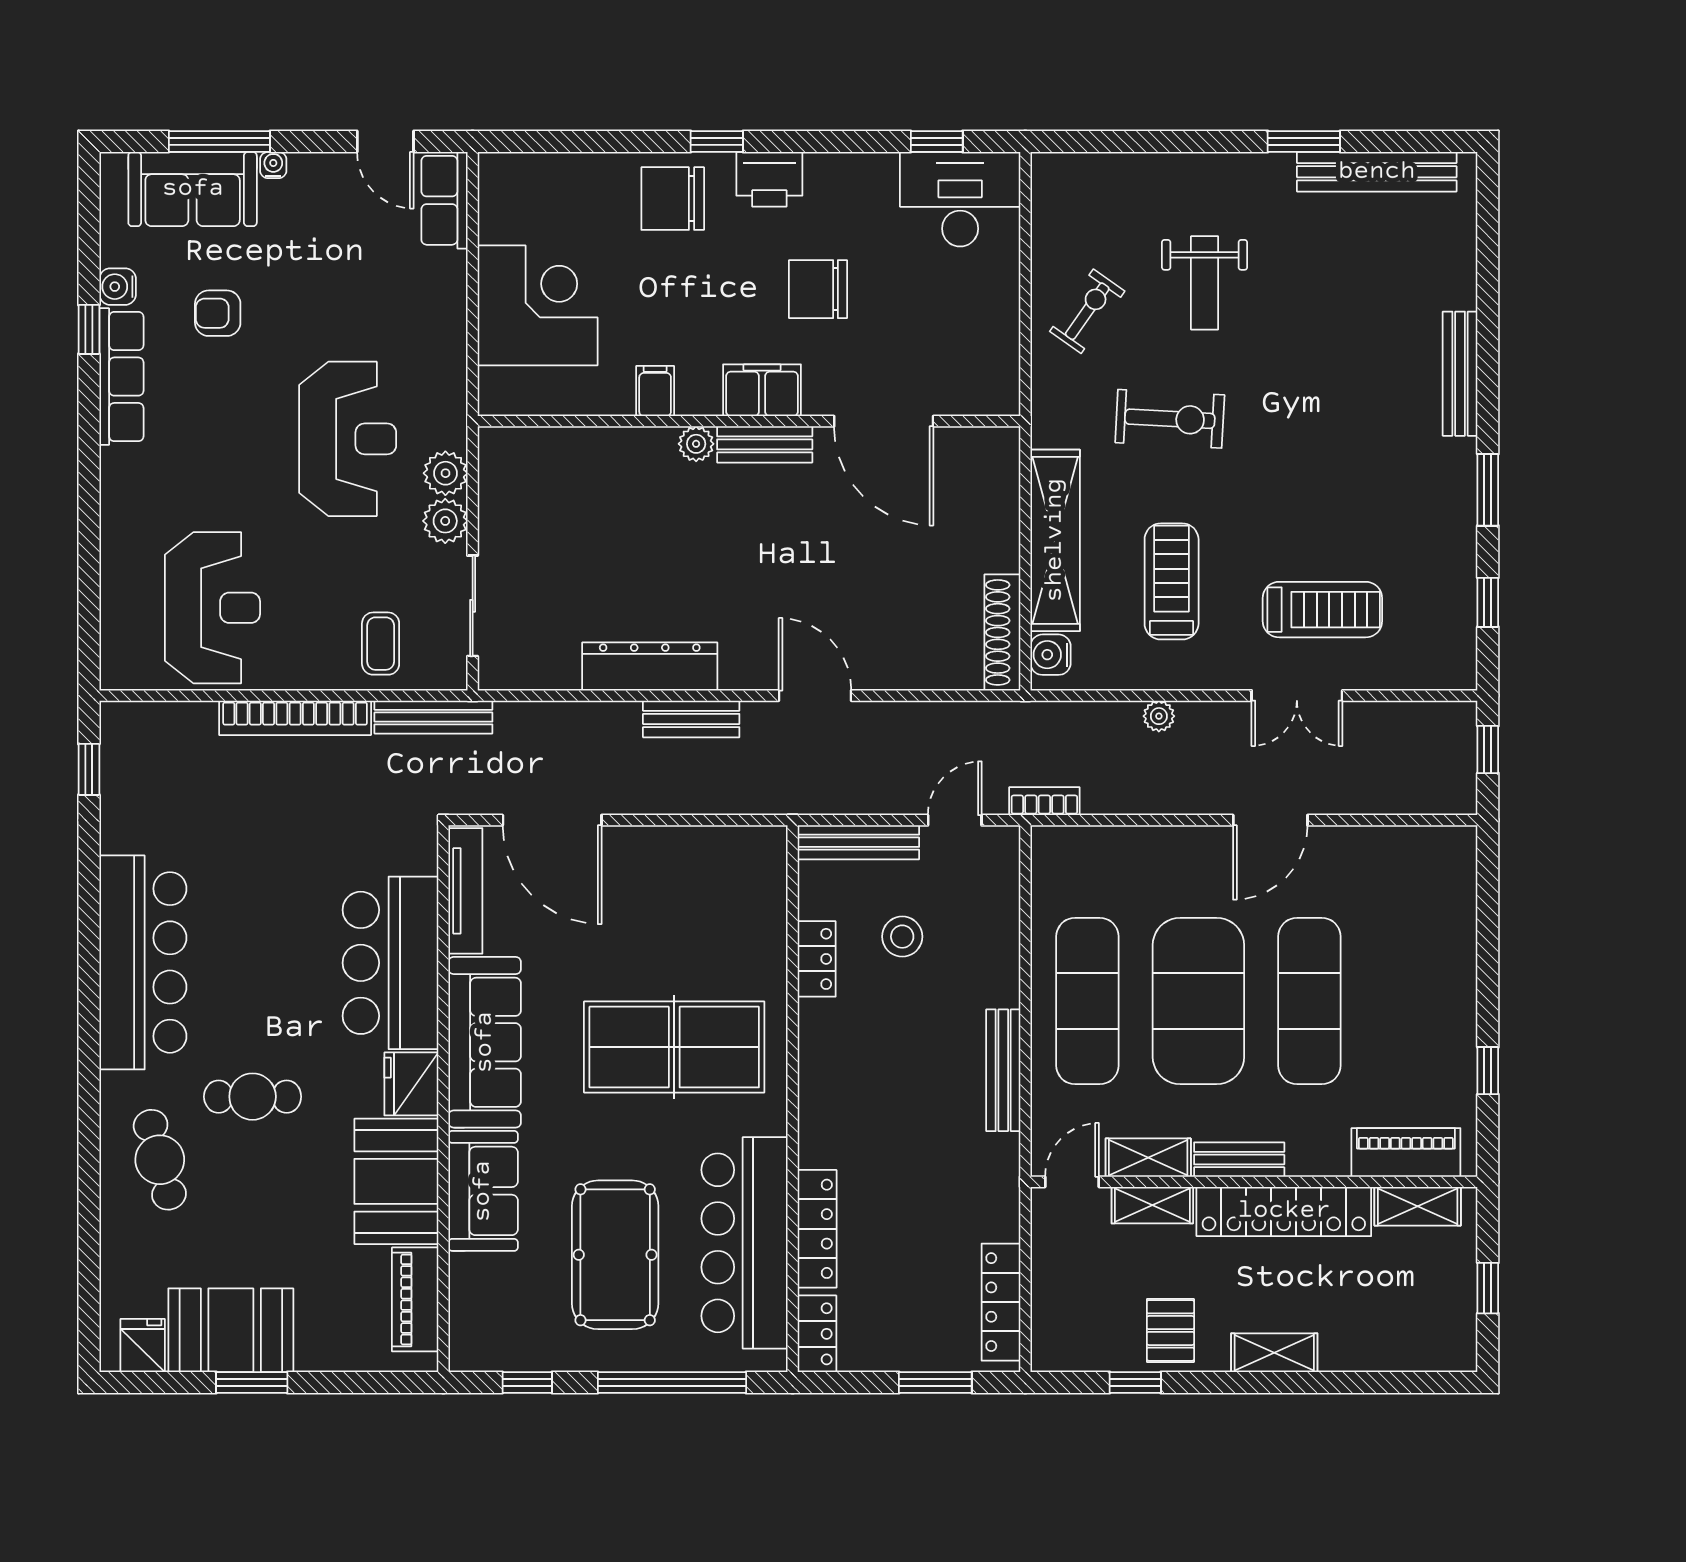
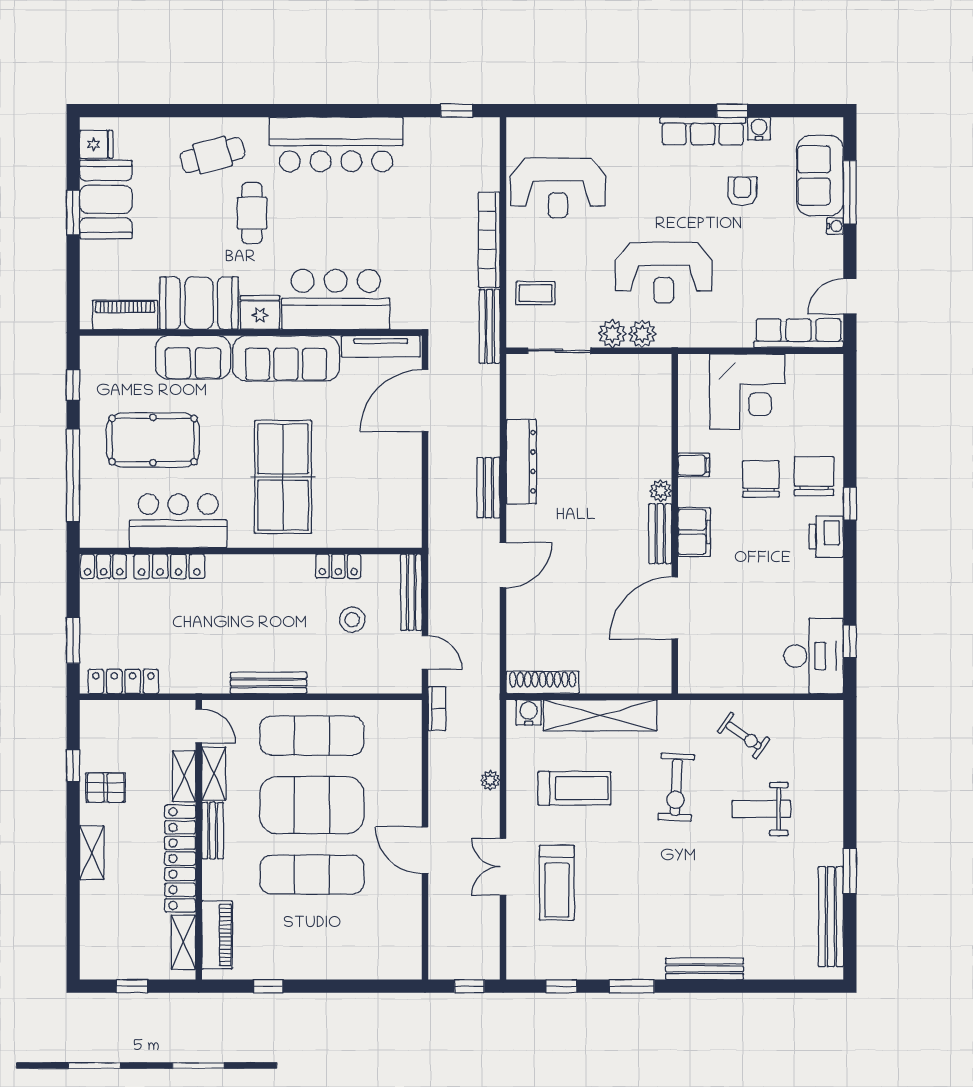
row of seats: (444, 200) -> (799, 333), width x1.48
chair: (818, 289) -> (761, 479), moved
bar counter: (744, 1243) -> (178, 521), width x0.73

